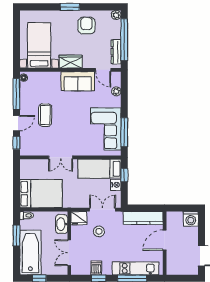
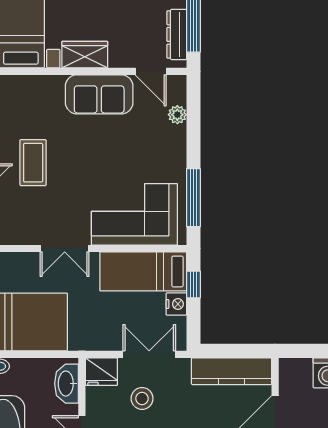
corner sofa: (106, 129) -> (134, 214), moved, turned 90

